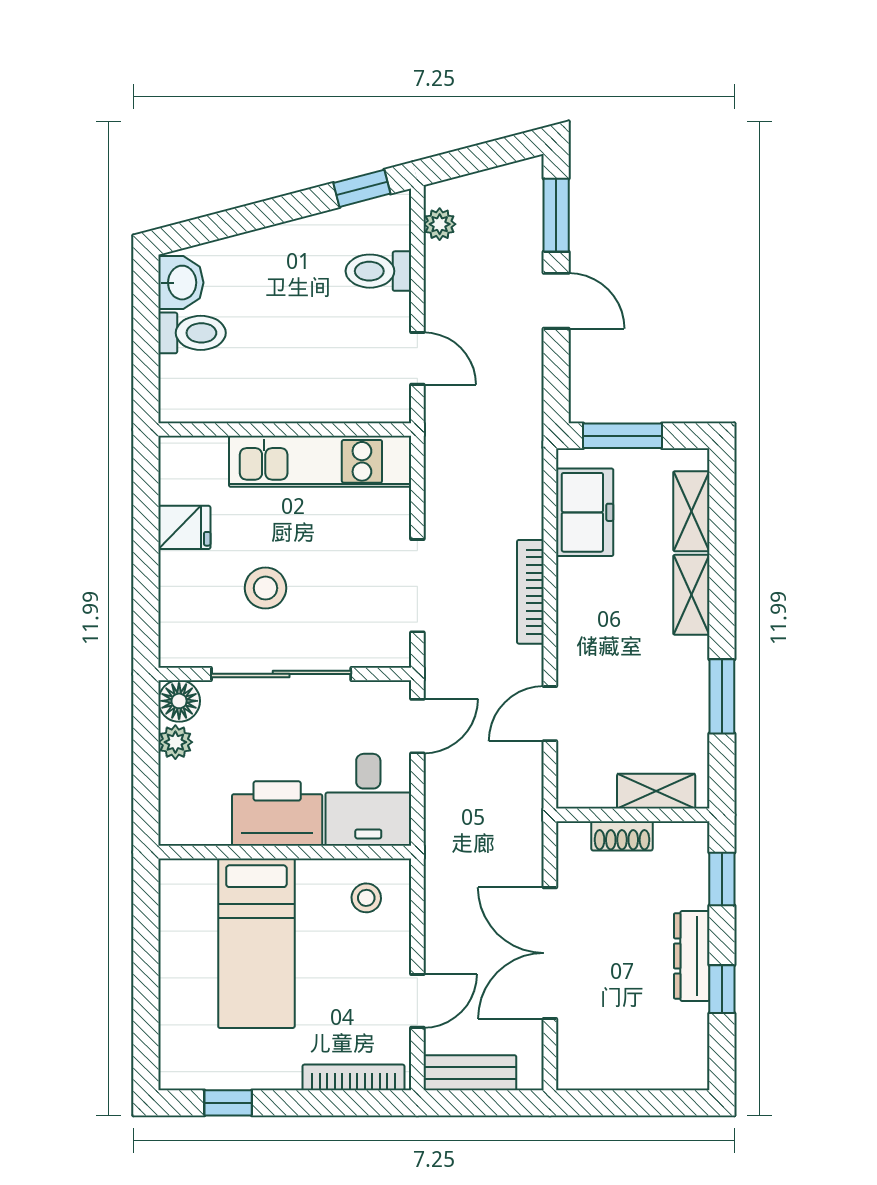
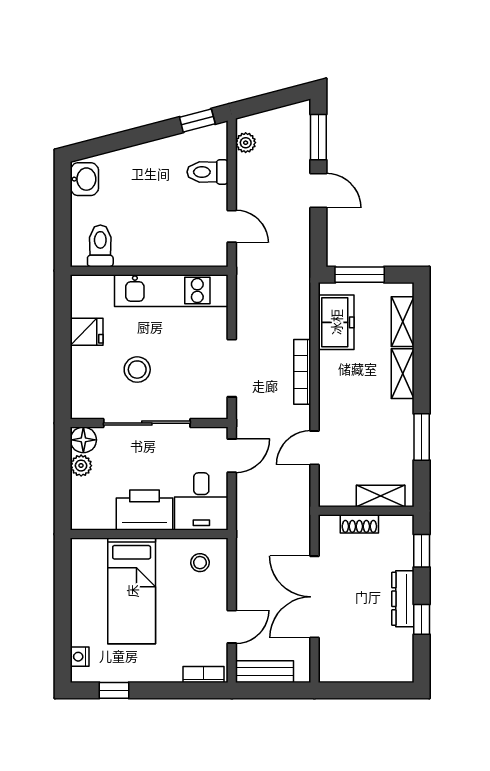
toilet: (192, 333) -> (100, 246), moved, turned -90
nightstand: (173, 1049) -> (80, 657), added
bookcase: (353, 1077) -> (203, 674), width x0.64

